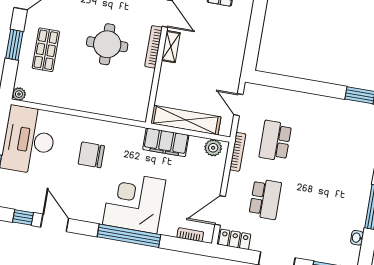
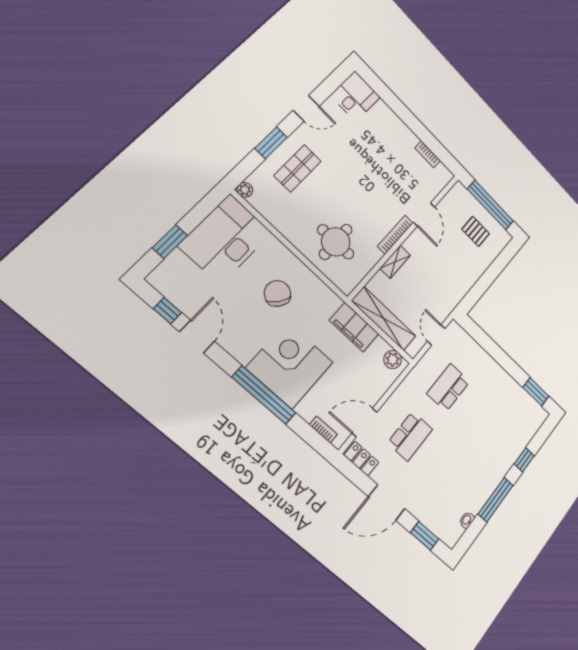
round table: (107, 44) -> (336, 242), moved
shelving: (171, 47) -> (395, 262), moved
bookcase: (238, 152) -> (412, 377), removed
chair: (91, 155) -> (277, 293), turned 37

